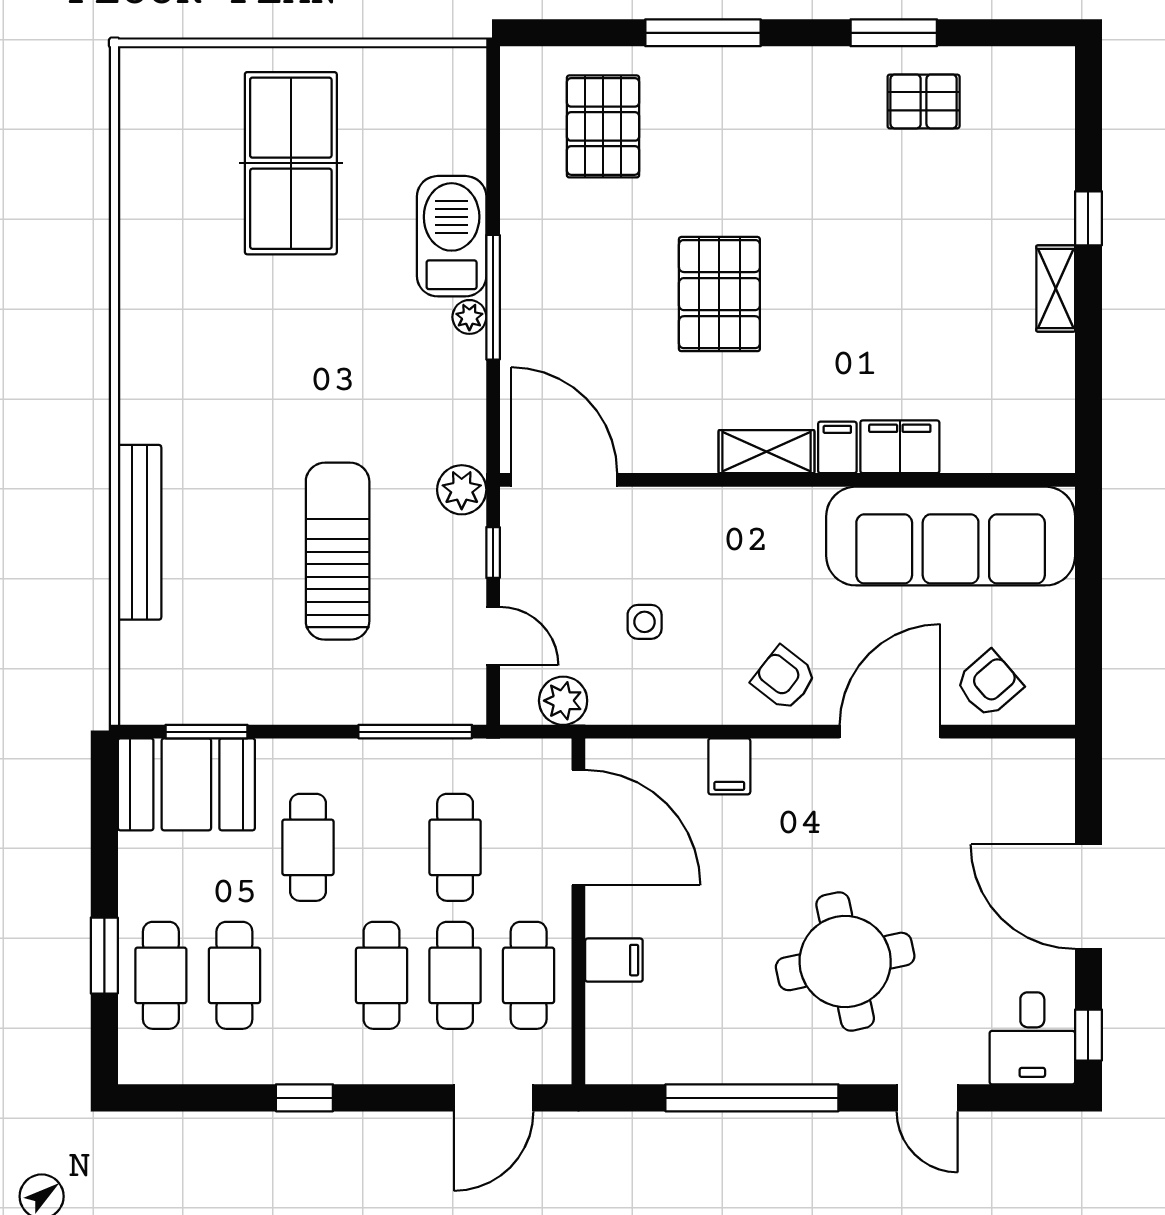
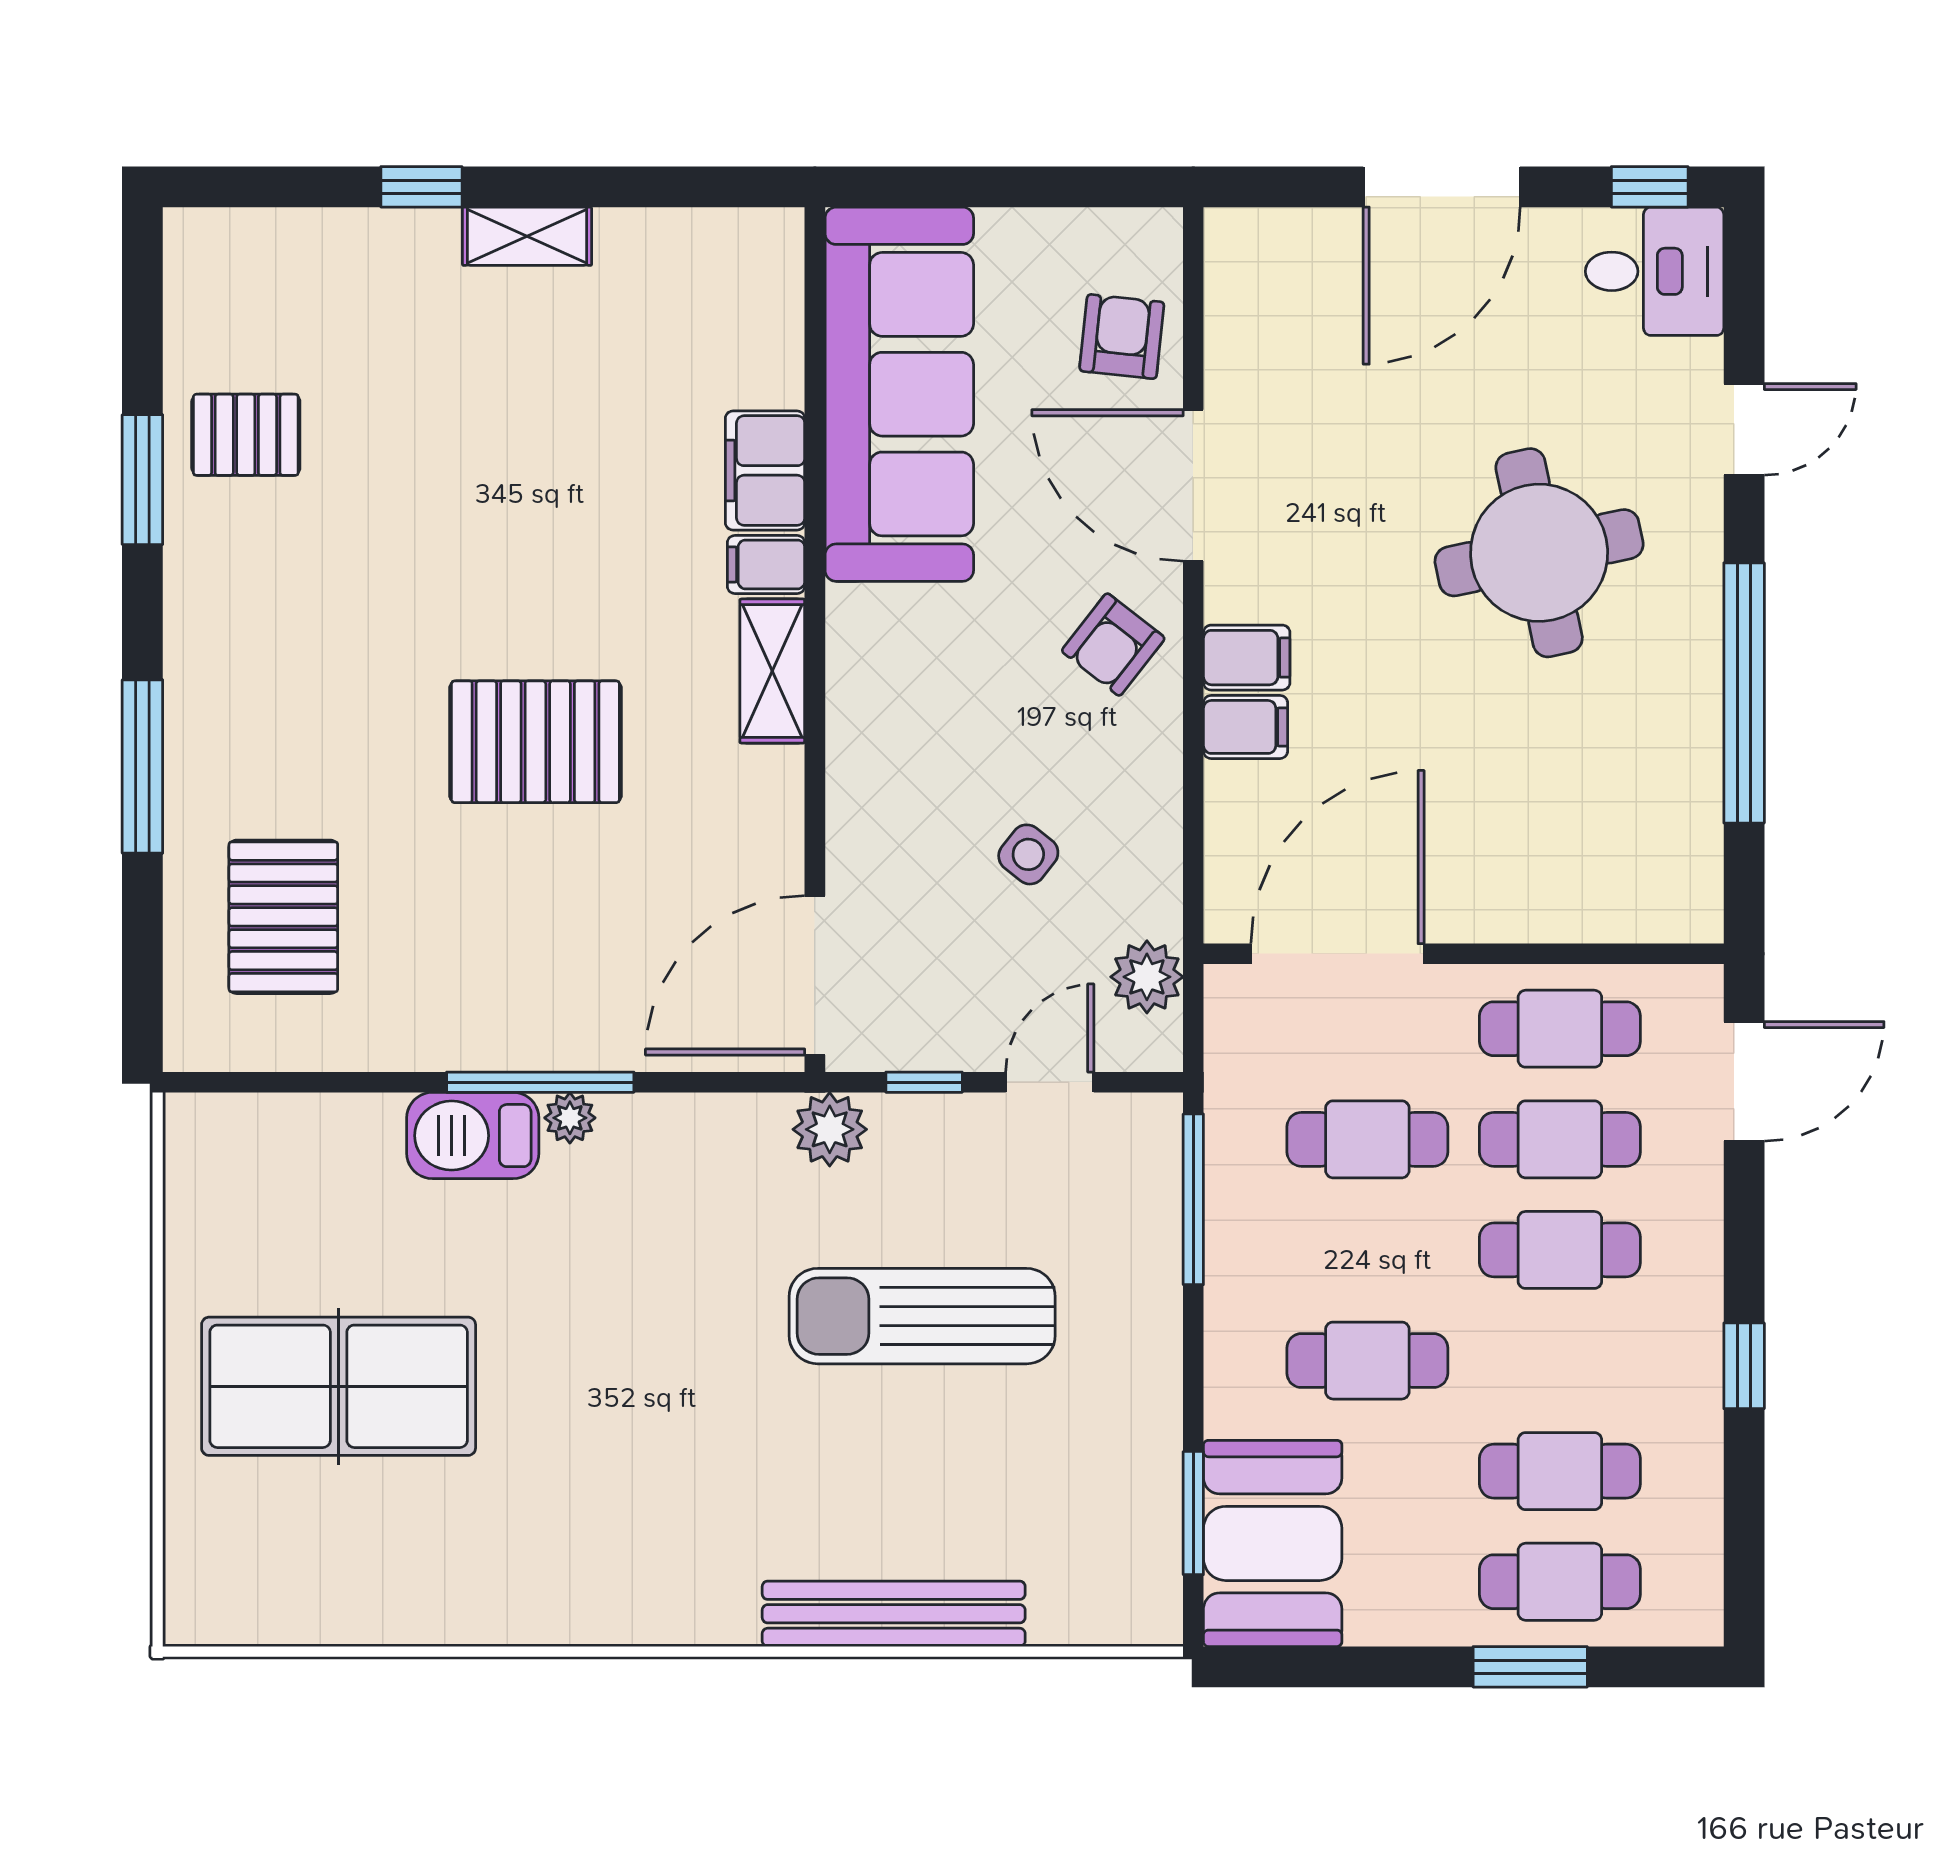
pallet: (924, 101) -> (246, 435), turned 90
pallet: (603, 126) -> (283, 917), turned 90
barbecue: (452, 236) -> (473, 1136), width x0.73, depth x0.83
side table: (645, 622) -> (1028, 854), turned 38
armchair: (989, 684) -> (1122, 337), turned 47
filing cabinet: (614, 960) -> (1247, 658), moved, turned 90
door: (494, 1098) -> (1744, 1081), hinge flipped

